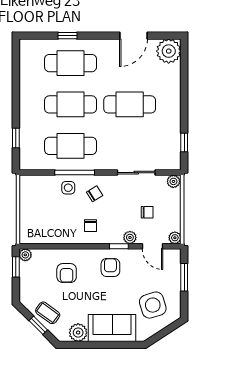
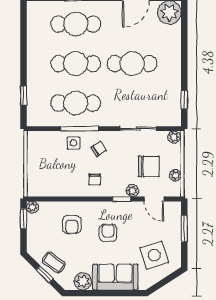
chair: (147, 212) -> (149, 166), width x1.87, depth x1.87
plant: (175, 238) -> (175, 175), moved
armchair: (110, 267) -> (108, 233), moved

